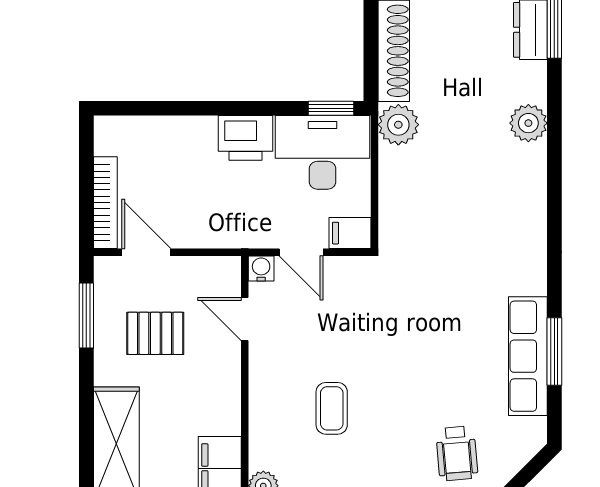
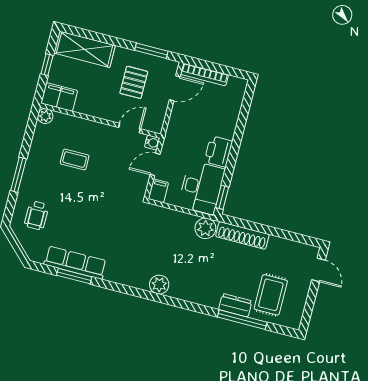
plant: (528, 123) -> (159, 285), moved
wheelchair: (457, 453) -> (37, 215), turned -85

